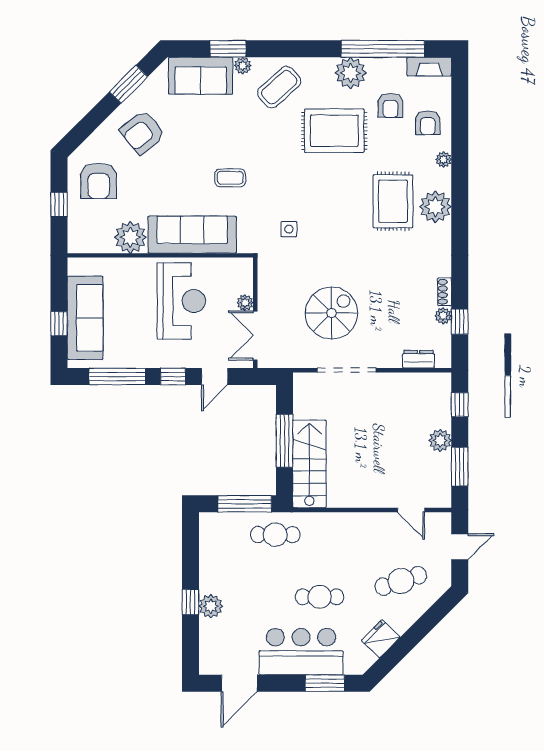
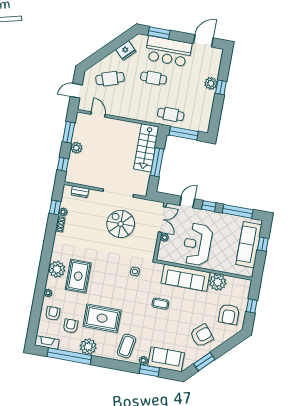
coffee table: (279, 87) -> (126, 346), turned -38
armchair: (99, 181) -> (229, 314), turned 180
spiral stairs: (332, 313) -> (121, 224), turned 90

